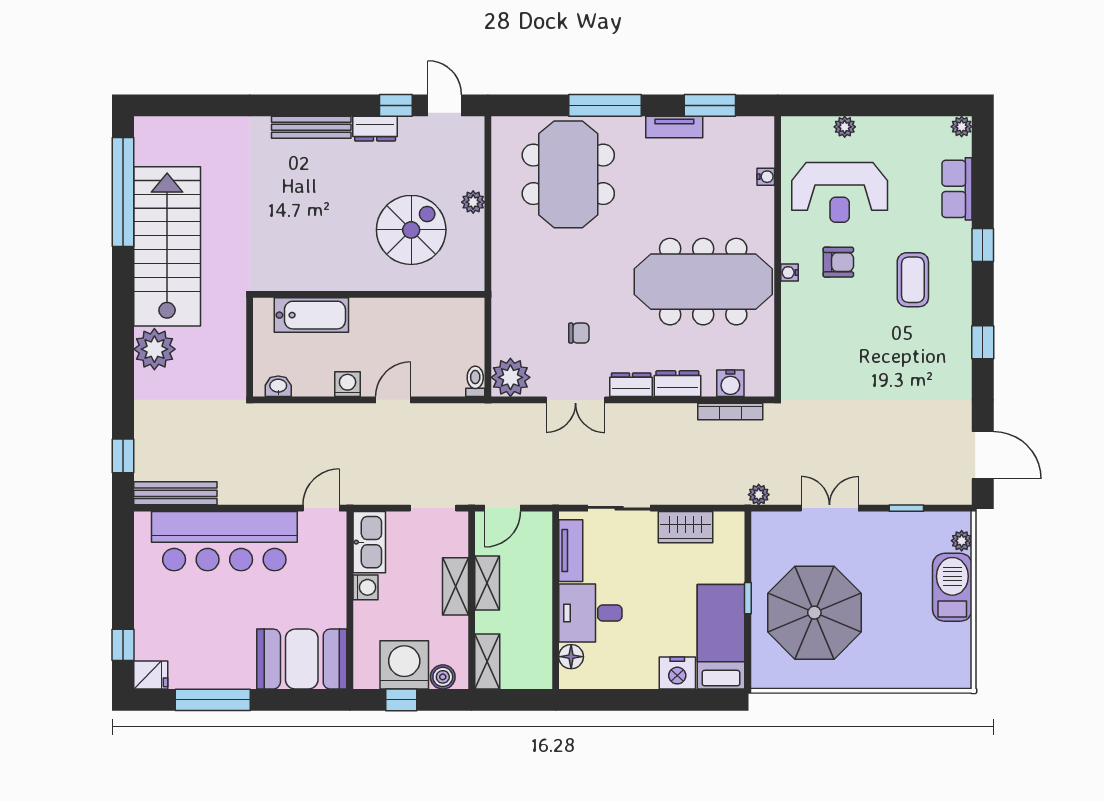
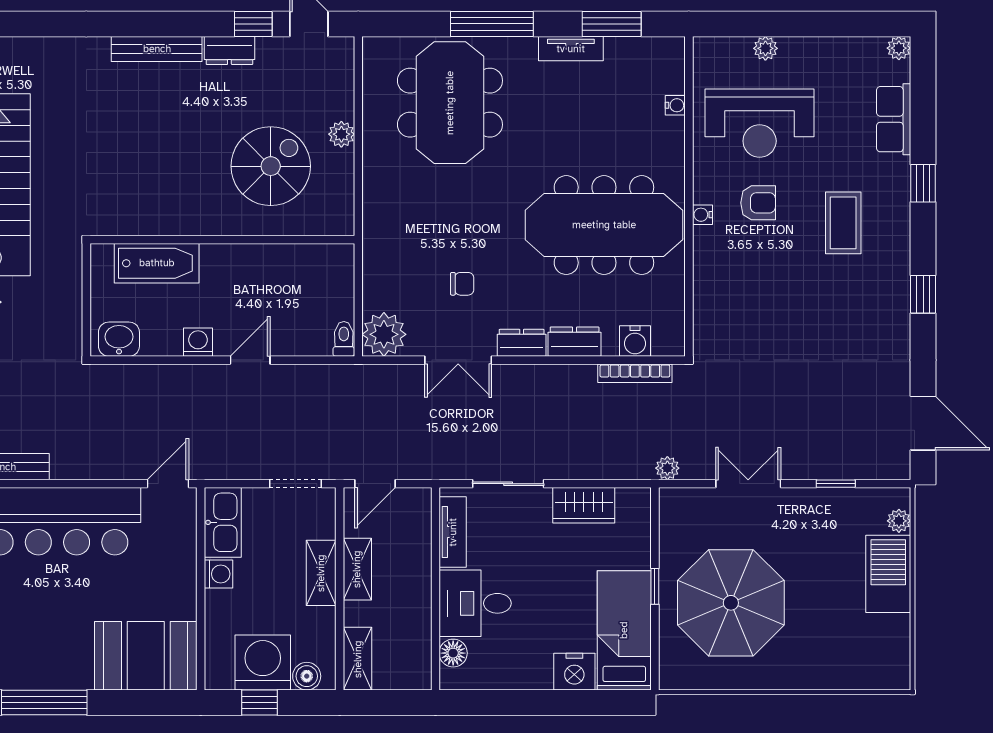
washbasin: (278, 386) -> (119, 339), width x1.38, depth x1.45

